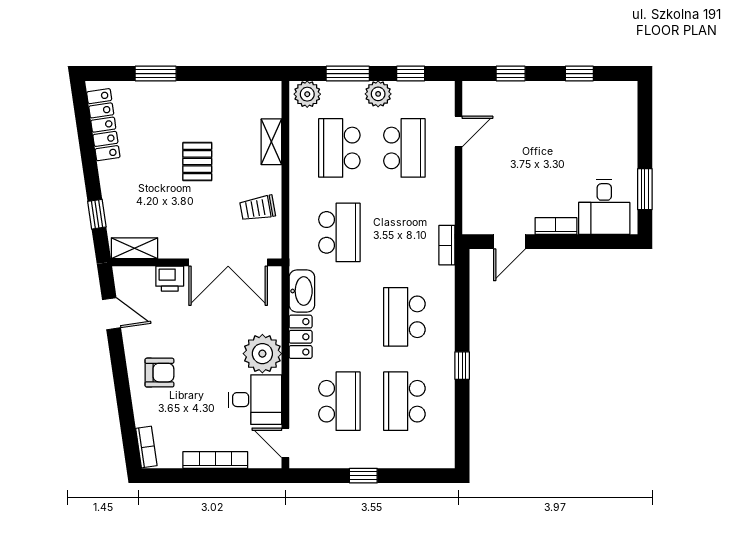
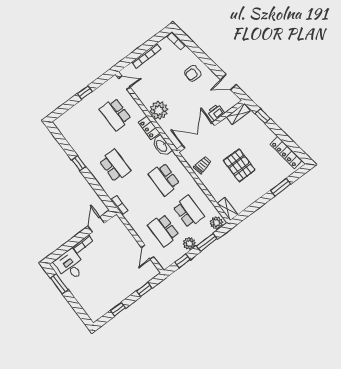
shelving: (271, 142) -> (227, 209), moved
pallet: (197, 161) -> (239, 165), width x1.50, depth x1.42
desk: (255, 400) -> (148, 91), removed
school desk: (404, 401) -> (91, 133), removed

